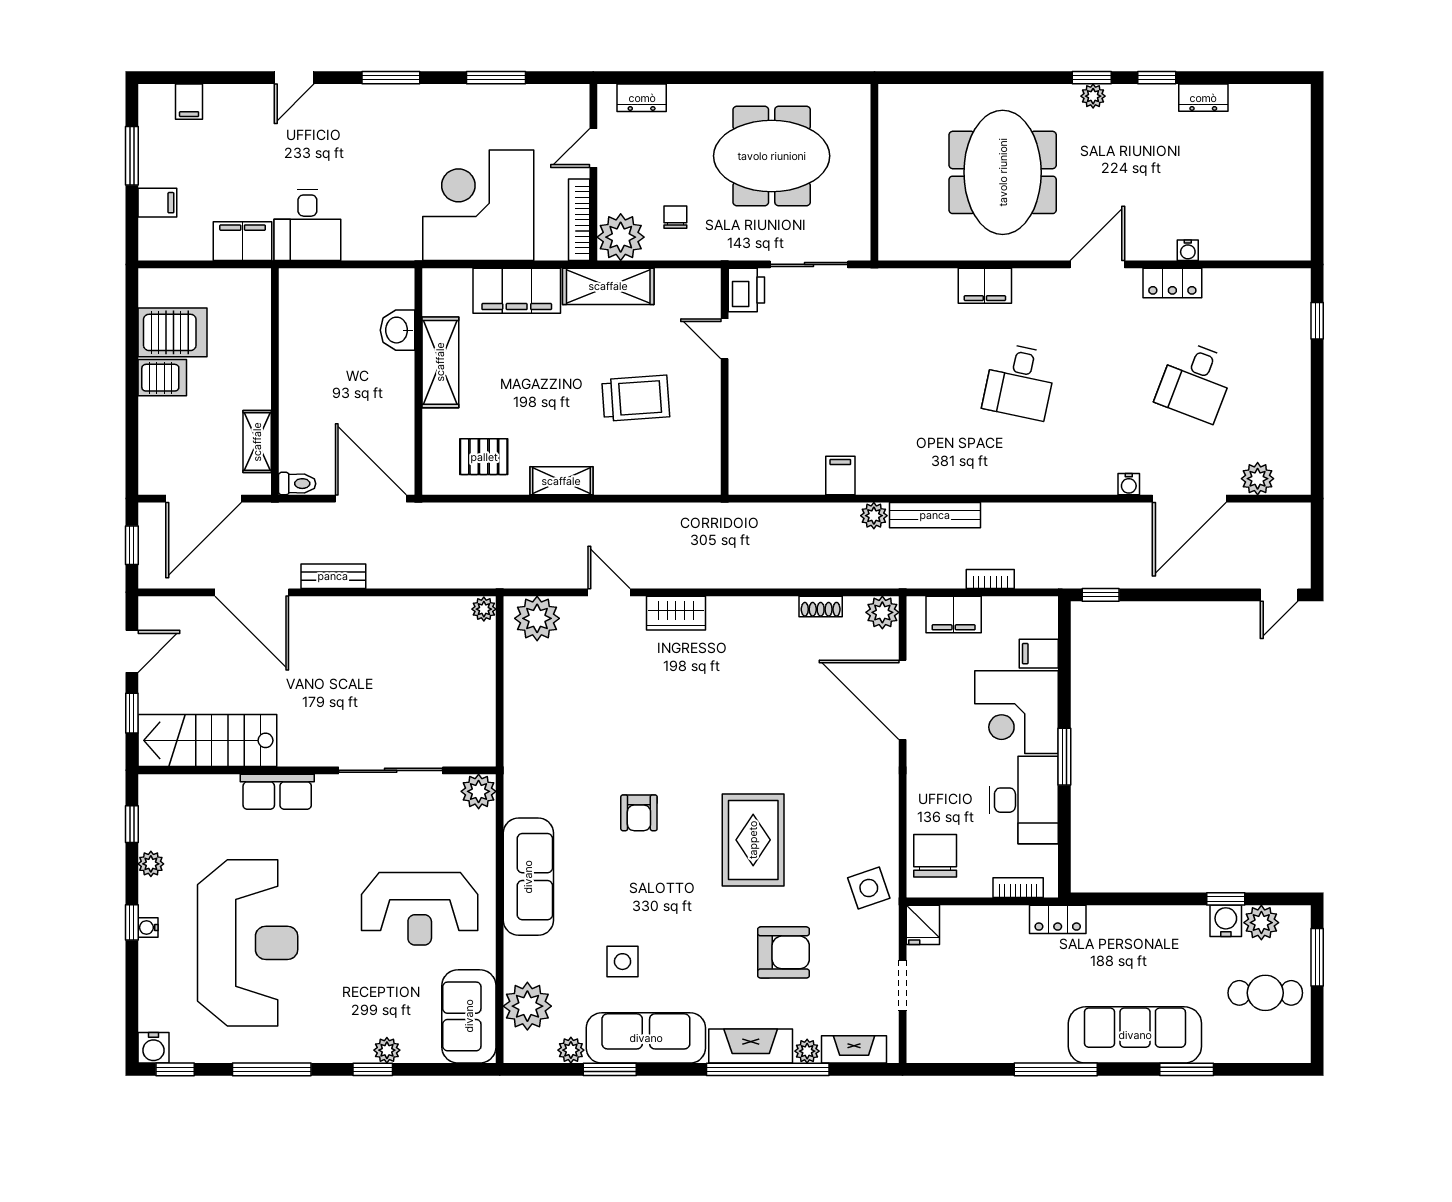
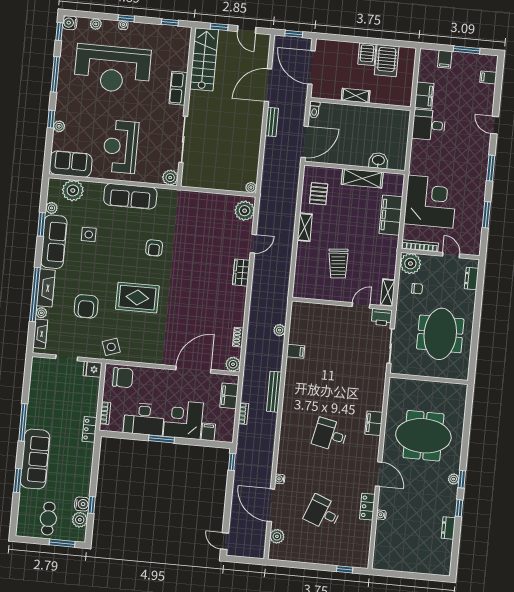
shelving: (608, 286) -> (388, 293), moved, width x0.67, depth x0.75
shelving: (257, 442) -> (356, 96), moved
plant: (874, 516) -> (280, 330), moved
armchair: (639, 813) -> (154, 248), turned -90
plant: (151, 864) -> (96, 24), moved

